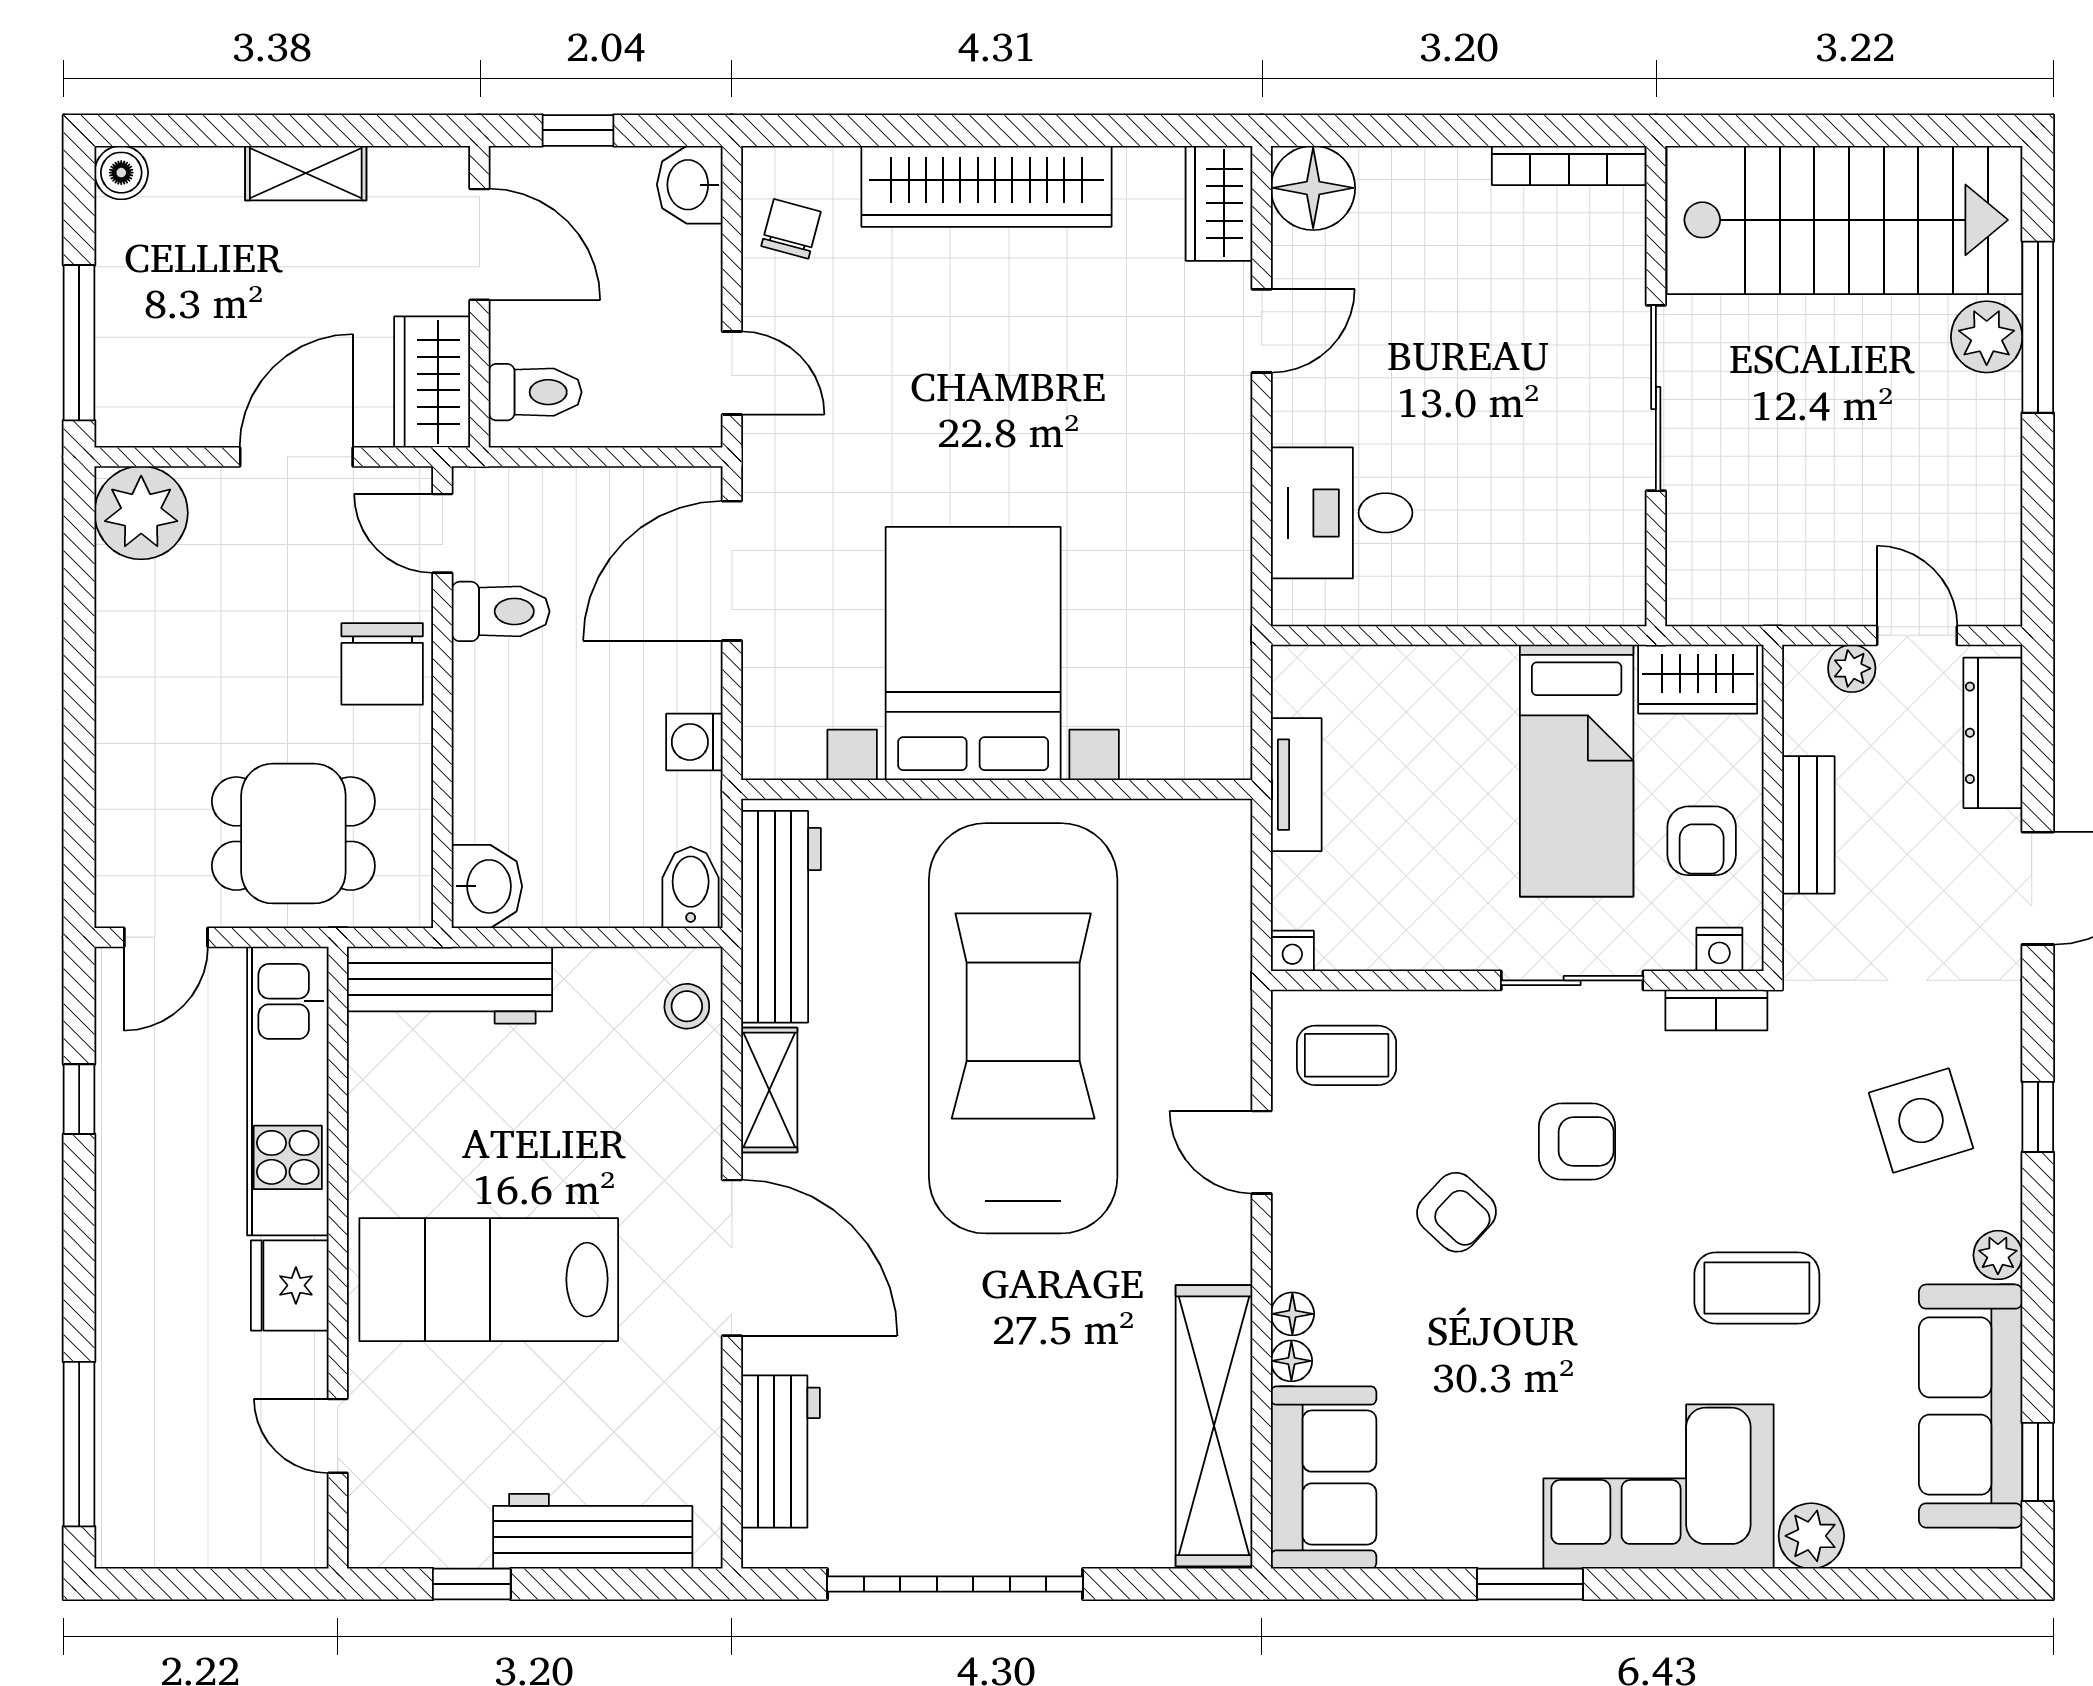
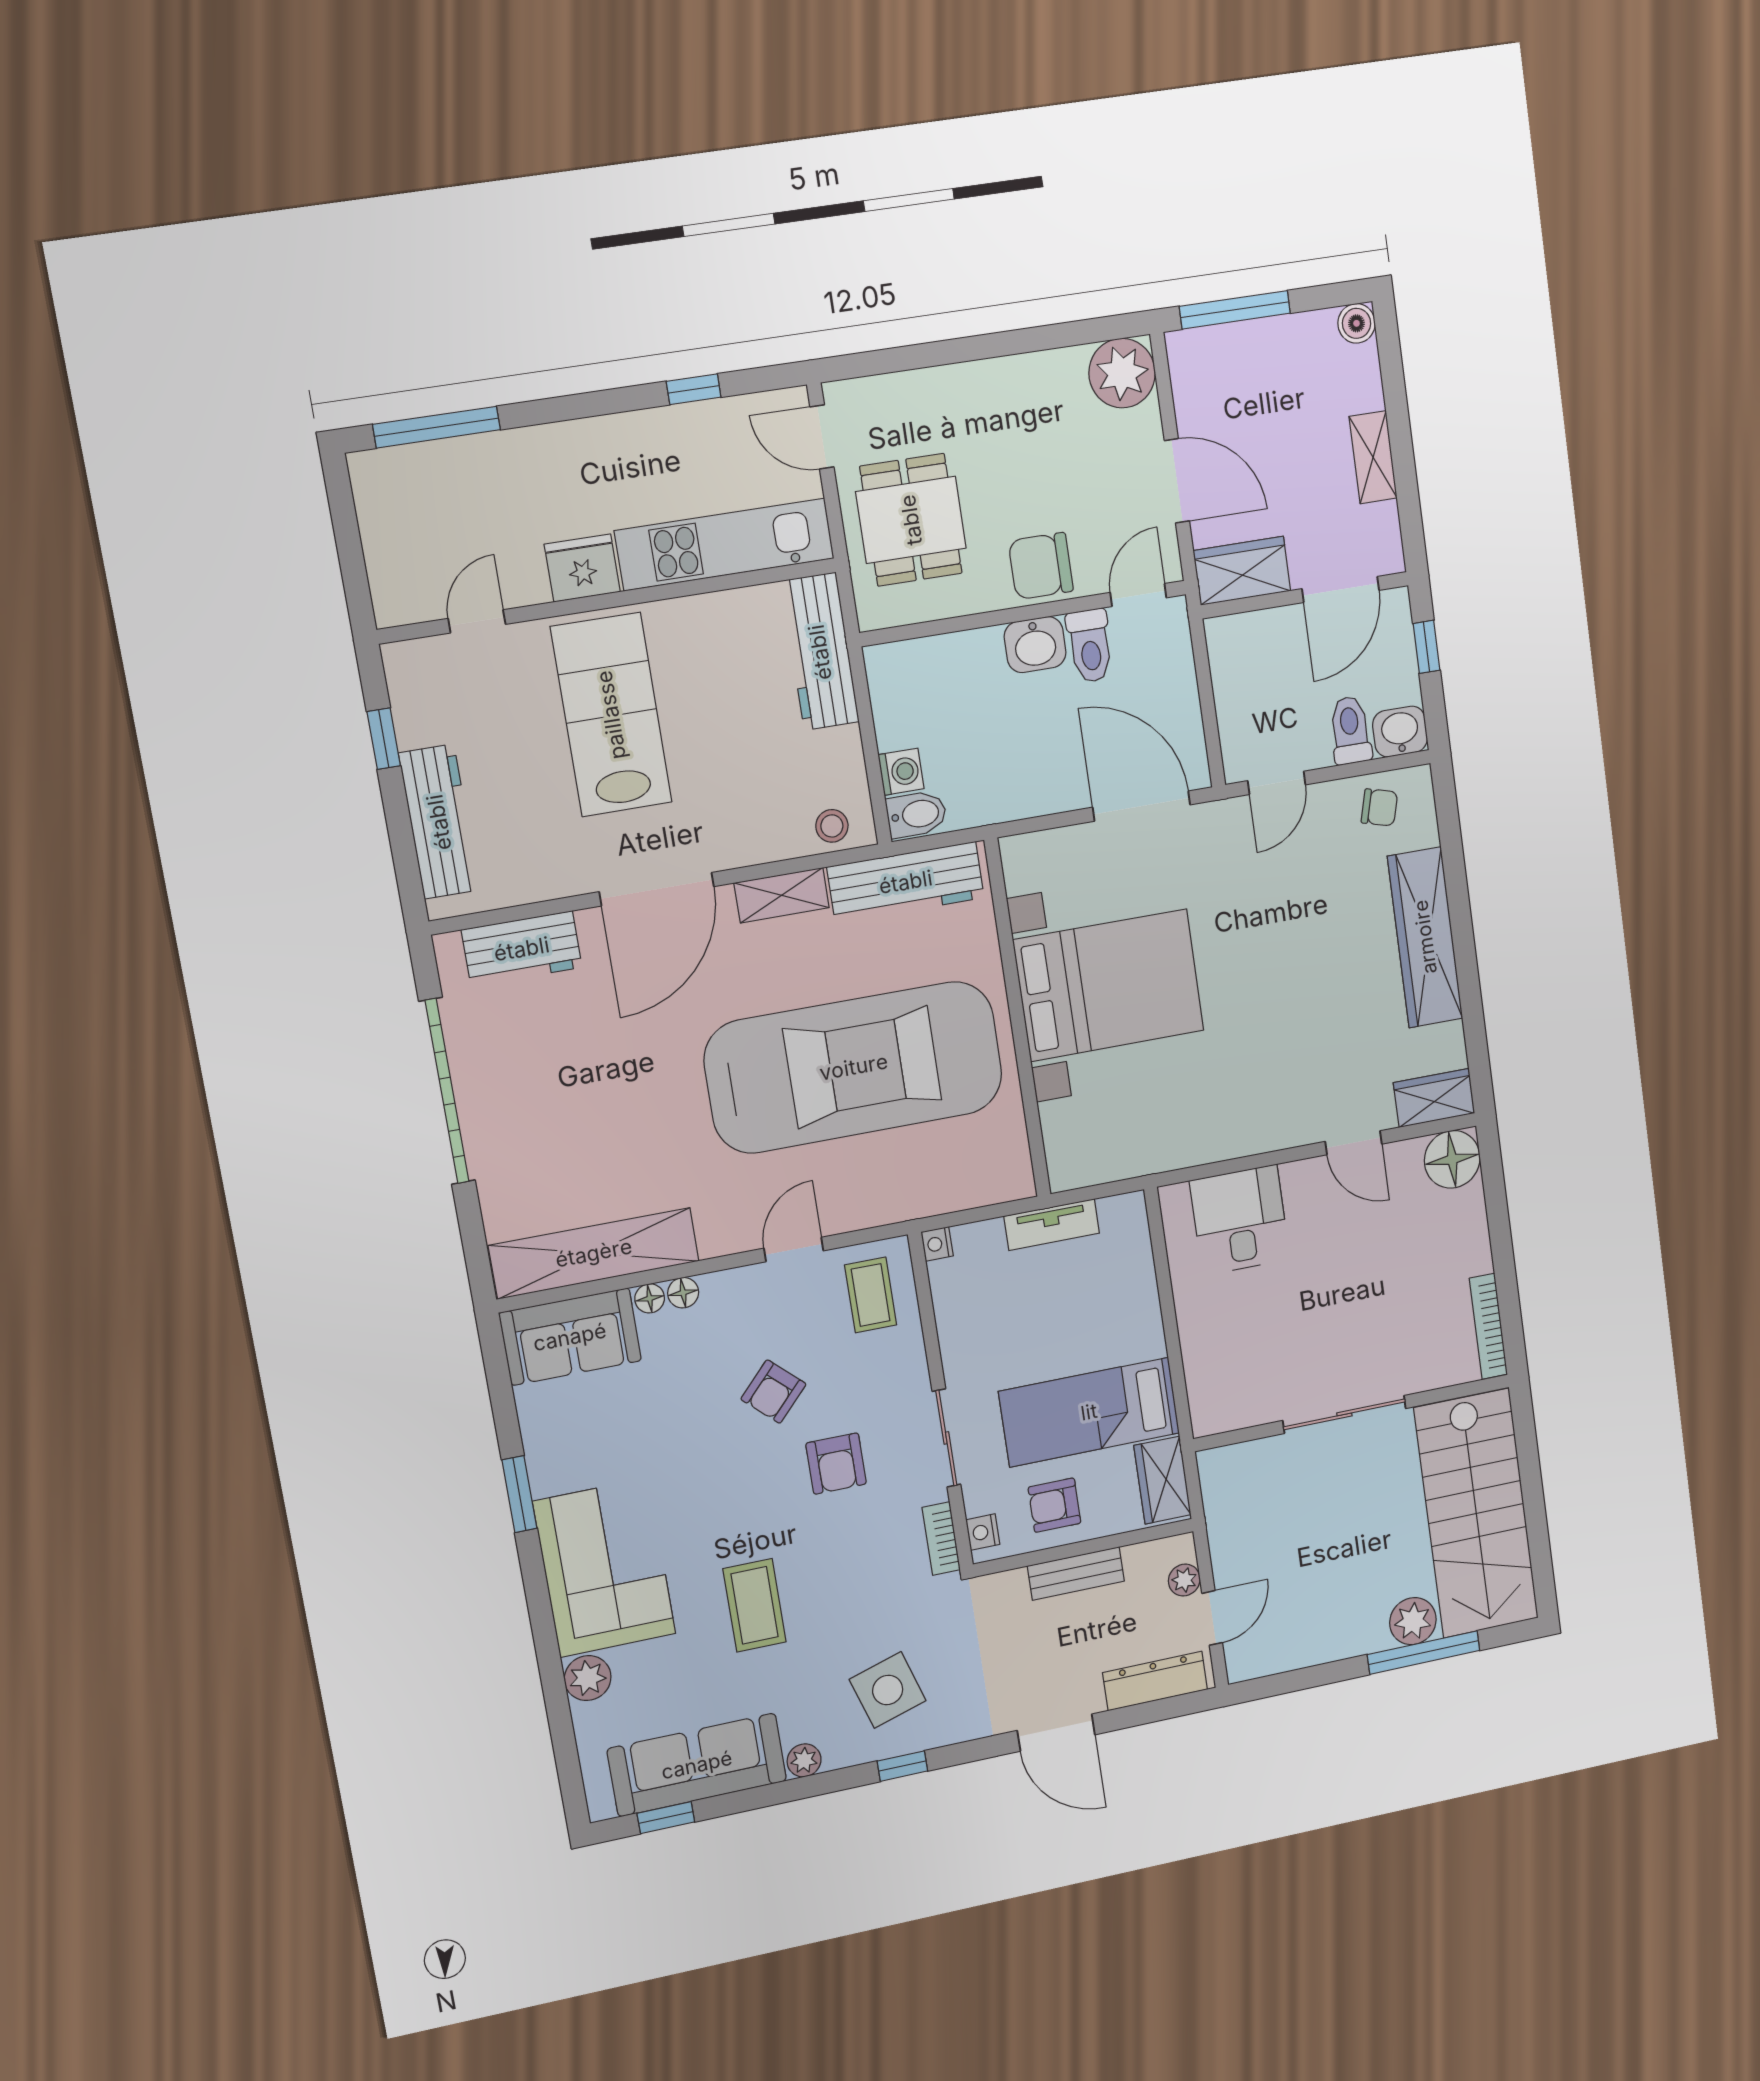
toilet: (535, 392) -> (1350, 730), moved, turned 180
washing machine: (694, 742) -> (901, 772), moved, turned 90
washbasin: (487, 886) -> (1035, 645), moved

